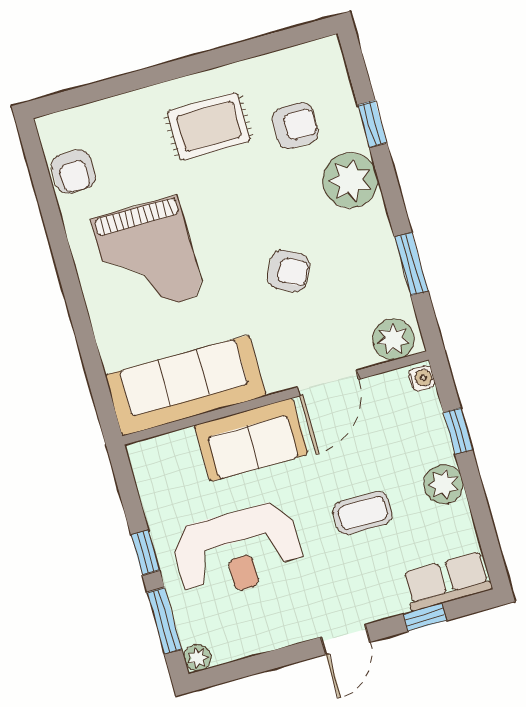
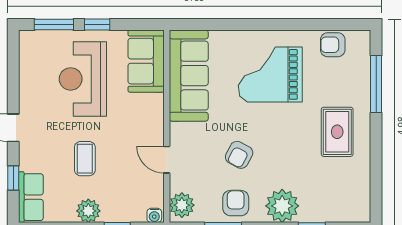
window: (116, 86) -> (376, 84), added
armchair: (295, 125) -> (236, 203), moved, turned 180
door: (328, 383) -> (167, 160), width x0.73
sofa: (251, 440) -> (146, 61), moved
plant: (198, 658) -> (27, 38), removed

